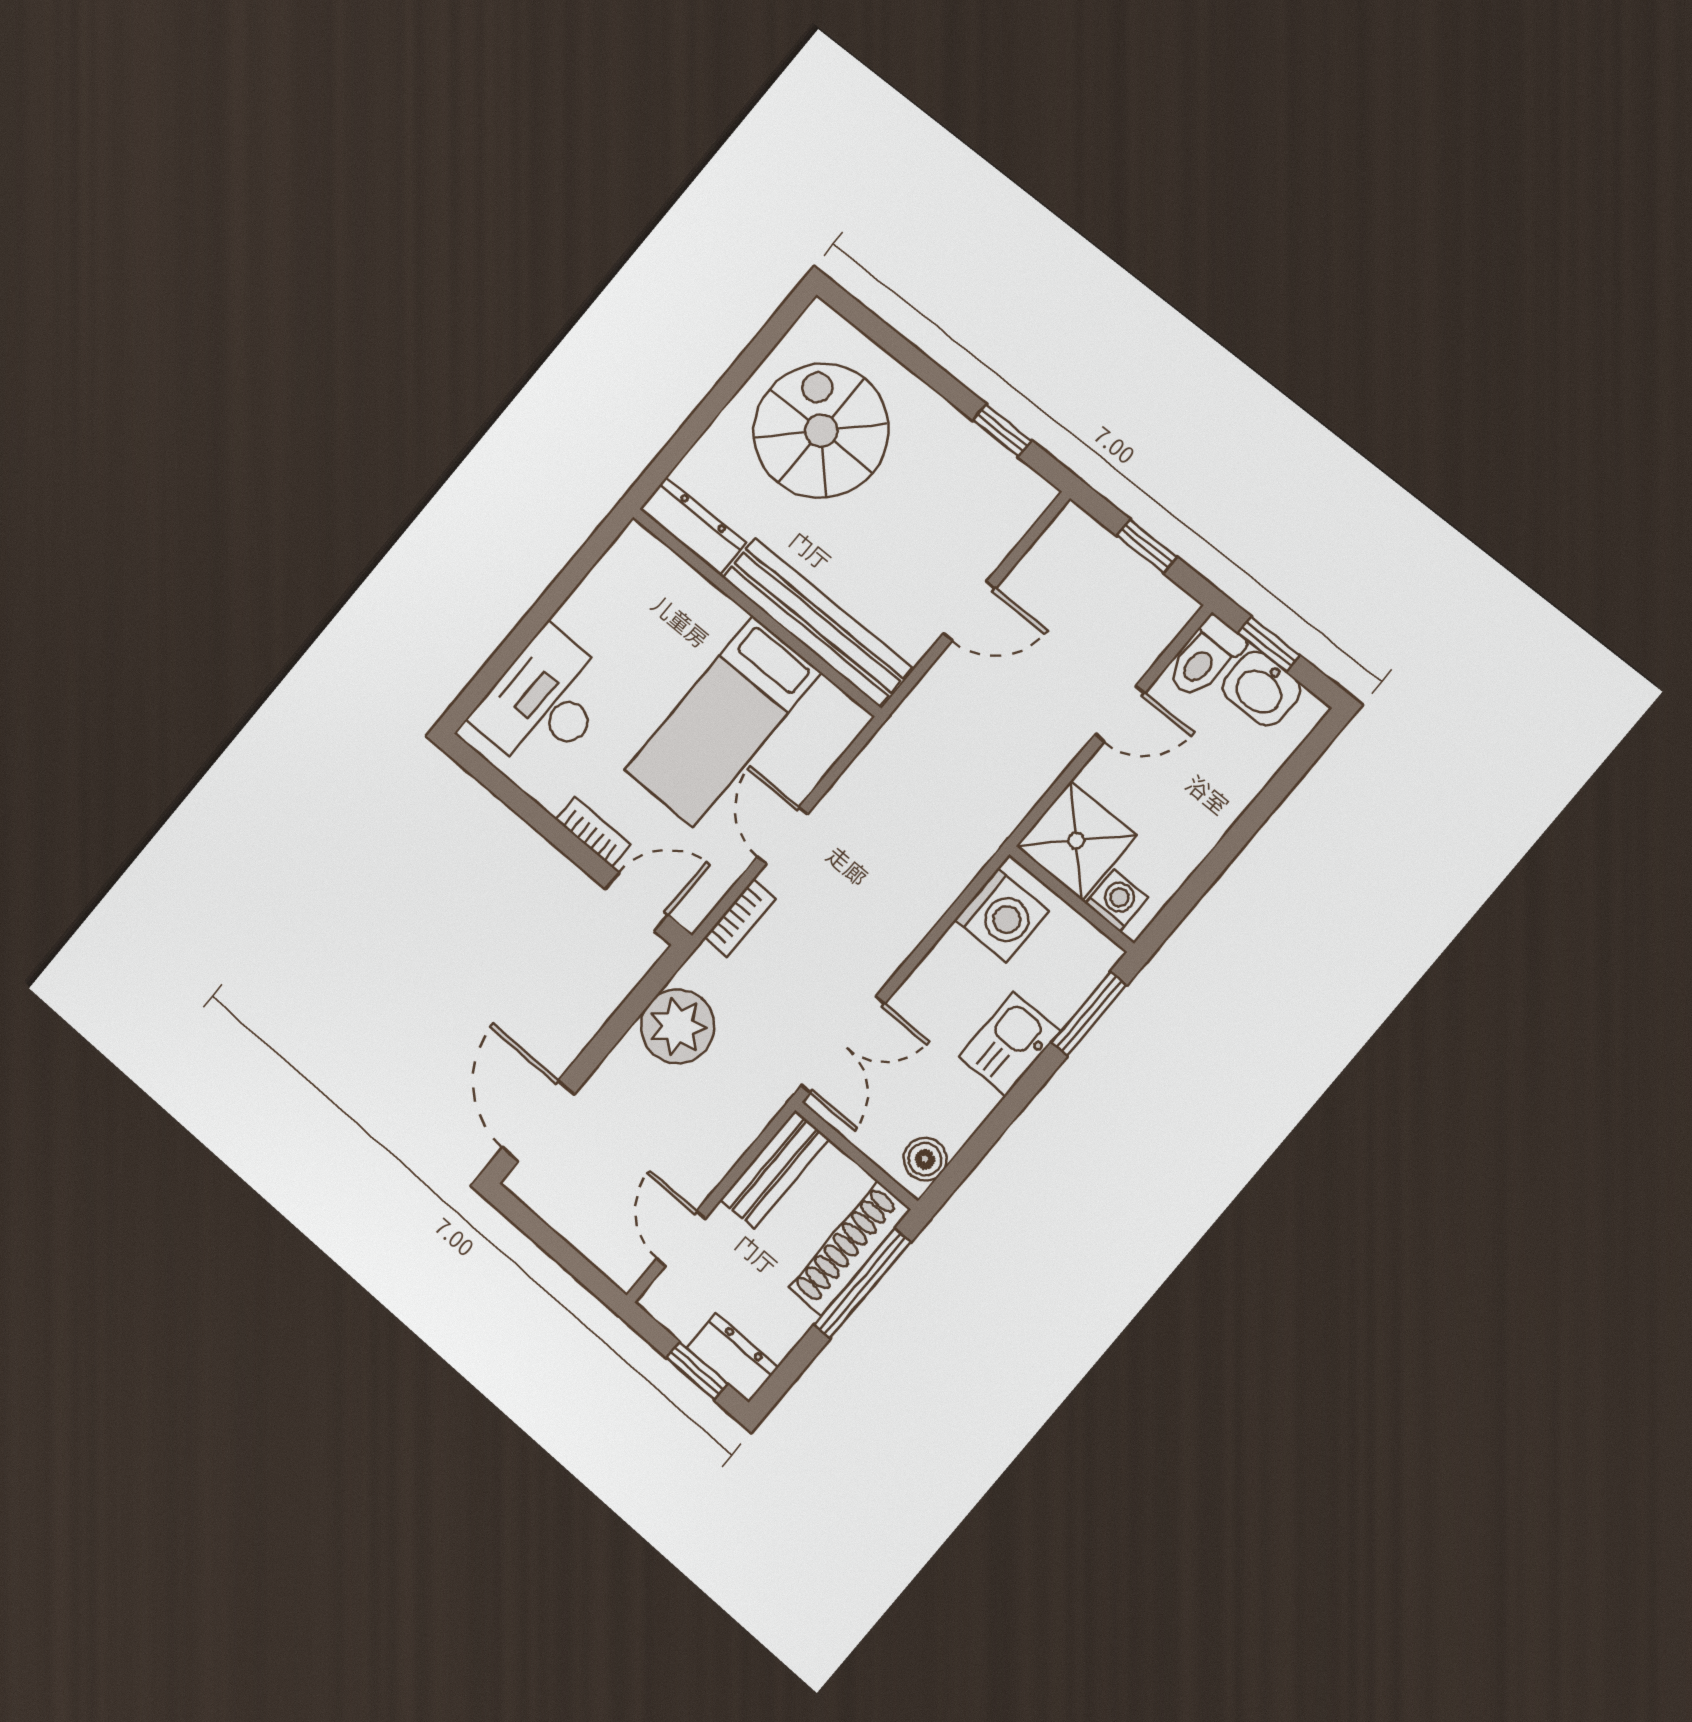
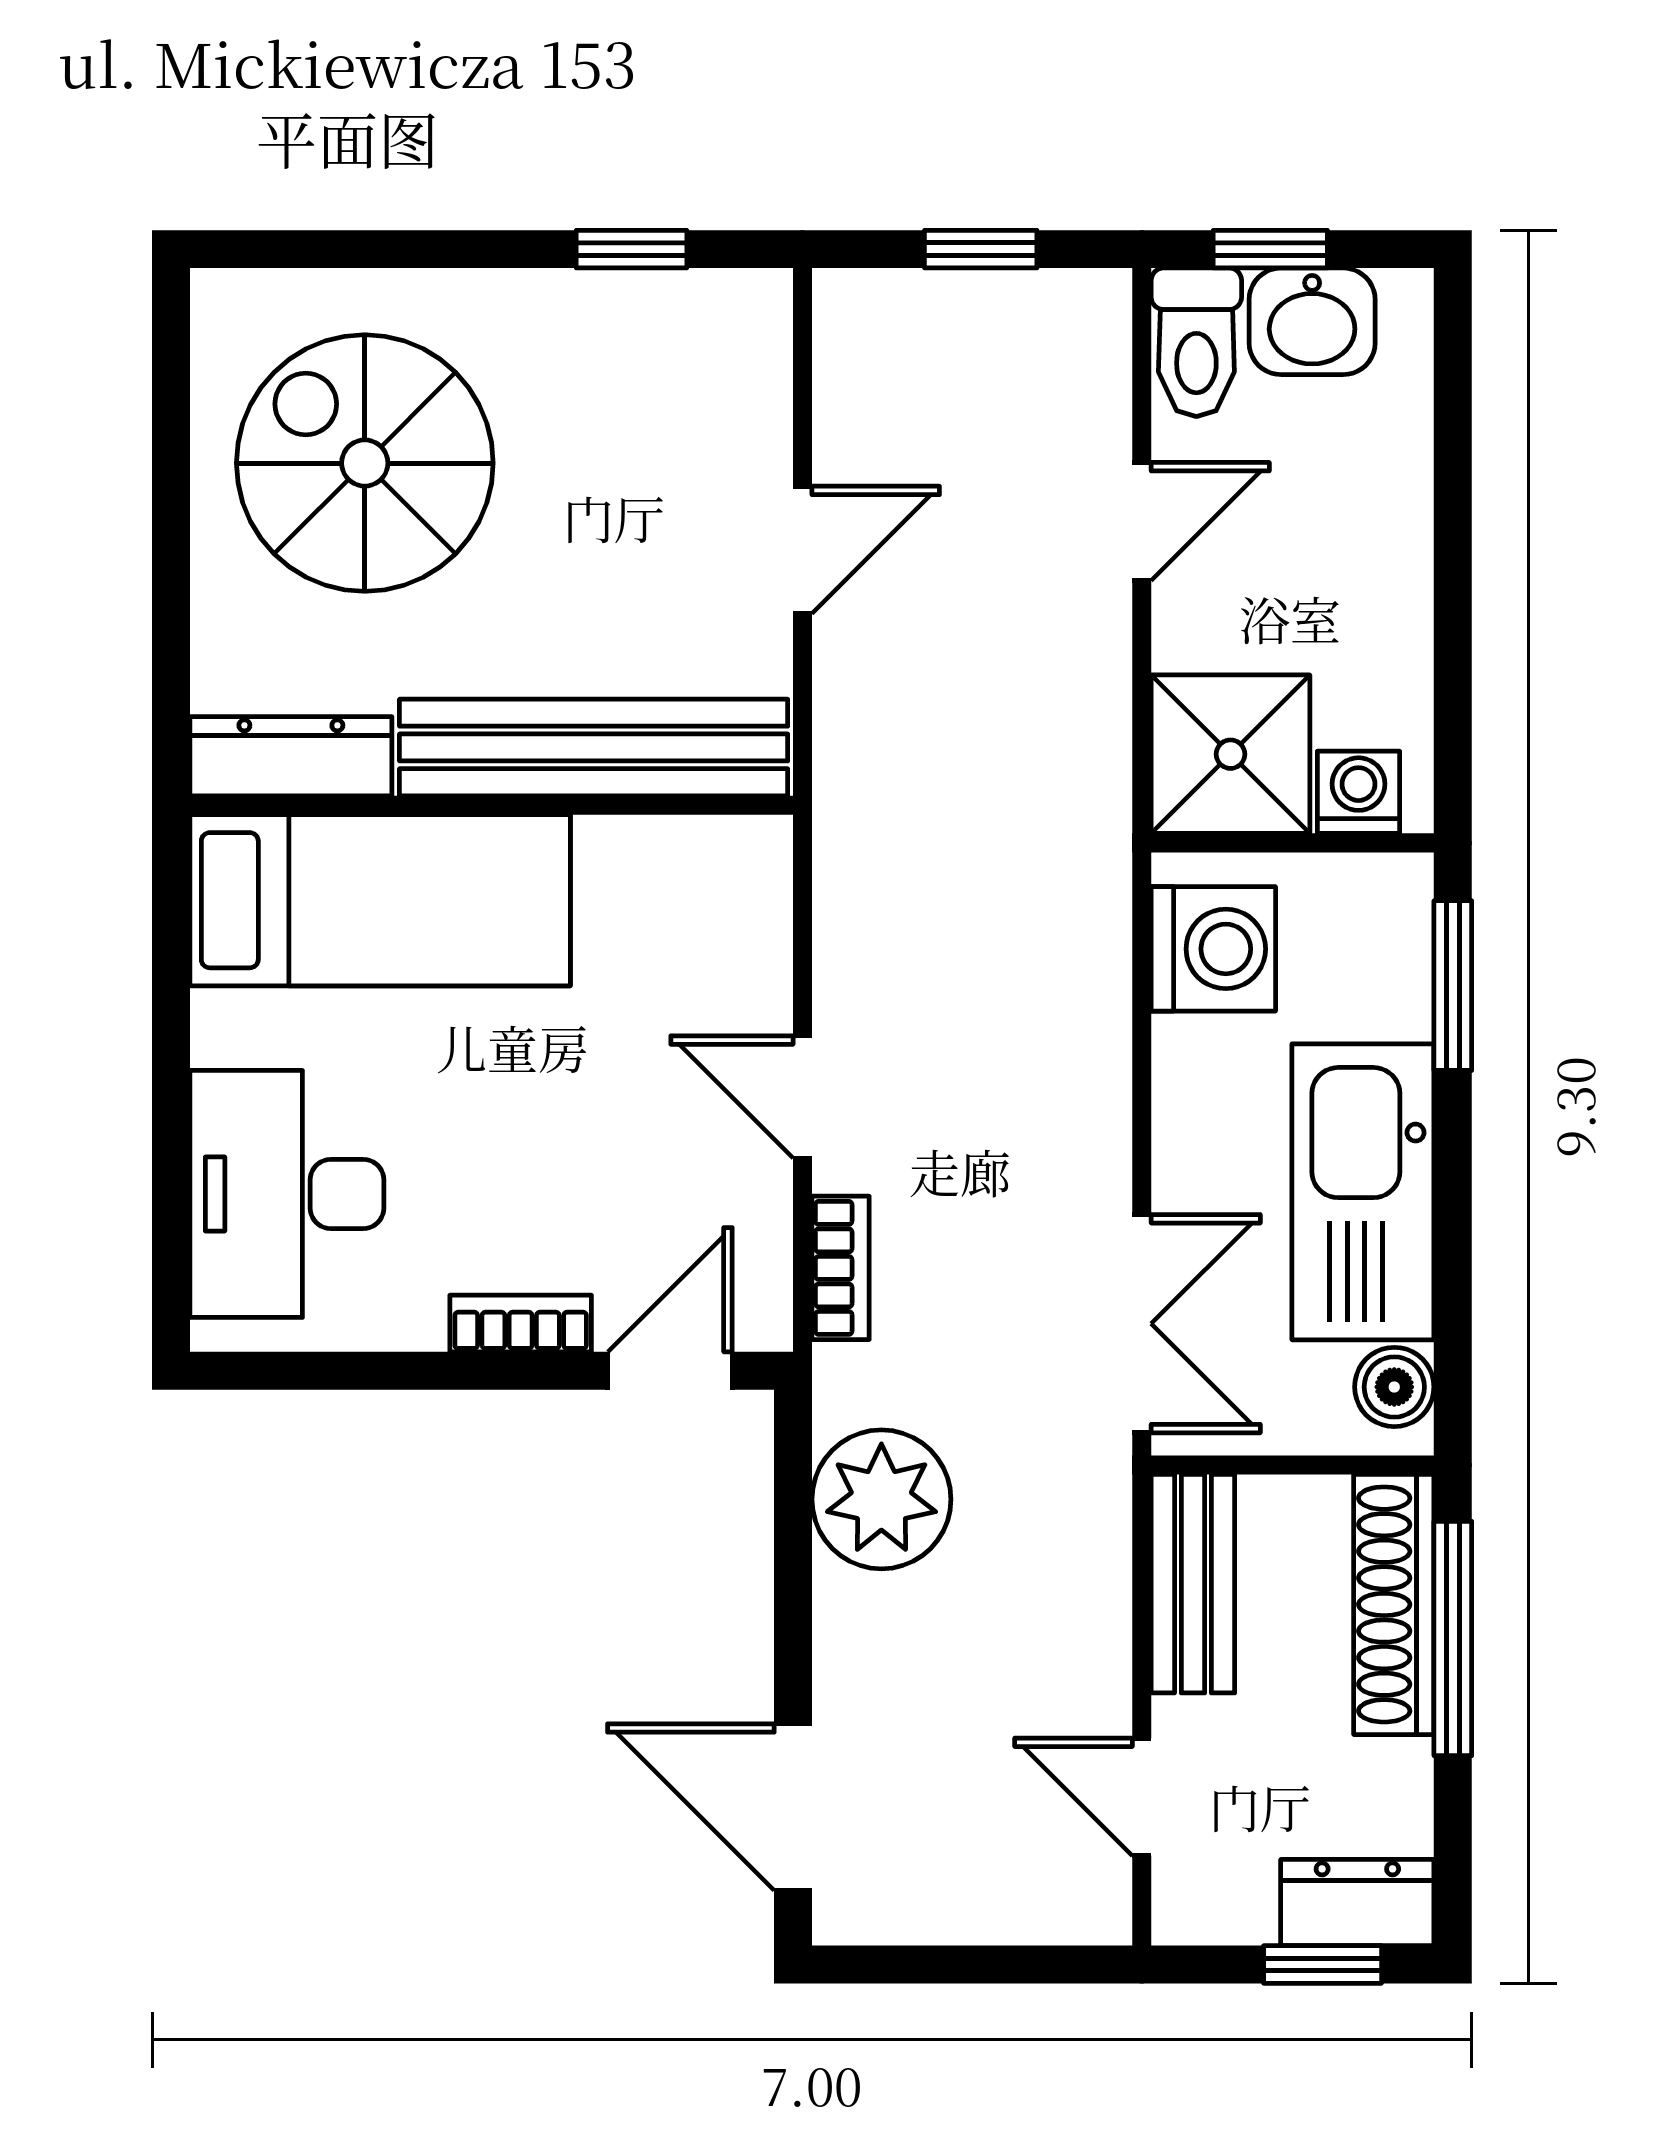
bed: (723, 722) -> (380, 900), moved, turned -90
kitchen sink: (1009, 1044) -> (1363, 1192), width x1.88, depth x1.24

